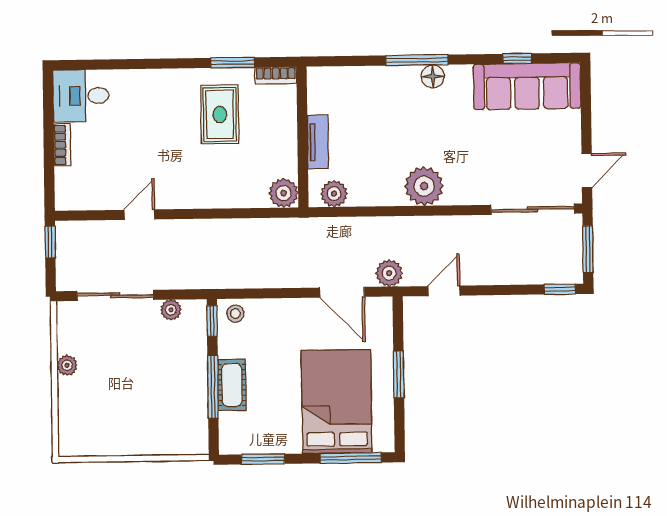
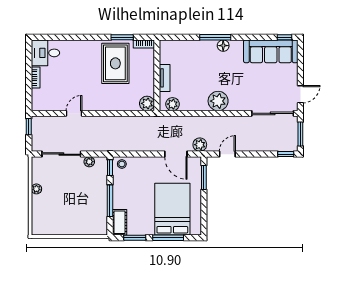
window: (517, 59) -> (285, 37), moved
rug: (220, 114) -> (115, 63), width x1.36, depth x1.43
window: (399, 375) -> (204, 177), moved
cot: (232, 385) -> (120, 222), moved
window: (351, 458) -> (168, 238), moved

